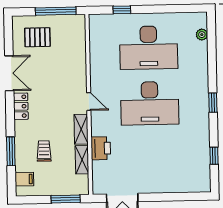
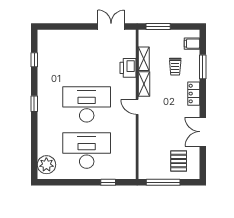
plant: (202, 35) -> (46, 165), width x1.88, depth x1.88
pallet: (37, 37) -> (179, 161), turned 90
locker: (21, 106) -> (194, 94), moved

